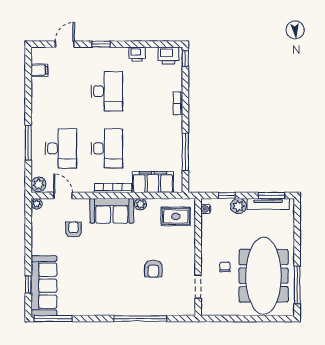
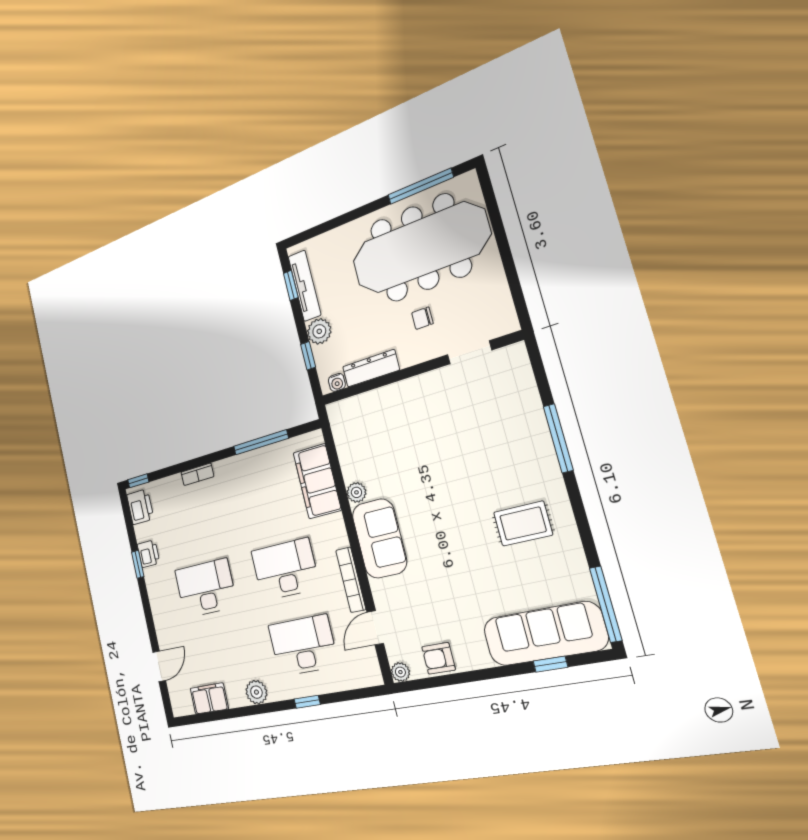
door: (65, 44) -> (159, 666), swing flipped
window: (101, 44) -> (138, 564), moved
filing cabinet: (39, 70) -> (209, 698), width x2.00
window: (28, 143) -> (307, 702), width x0.46
plant: (39, 184) -> (256, 692), moved
bookcase: (113, 188) -> (351, 580), moved
window: (271, 195) -> (291, 285), width x0.67
rug: (176, 216) -> (523, 524), moved, turned 90
armchair: (73, 230) -> (439, 658), moved
dresser: (207, 231) -> (371, 368), added
armchair: (153, 269) -> (459, 441), removed
window: (140, 319) -> (558, 438), width x0.68

